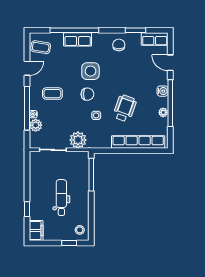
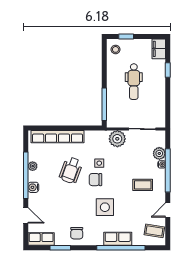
chair: (87, 94) -> (95, 180), moved

